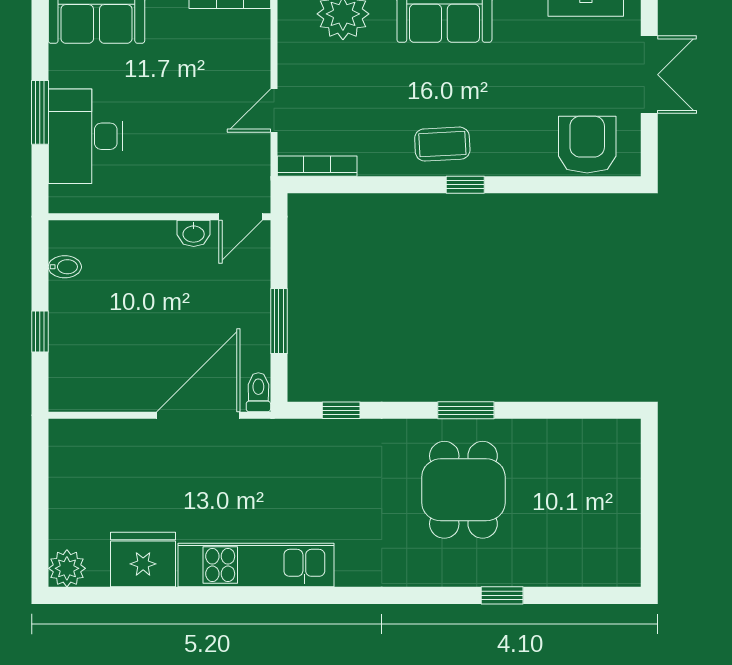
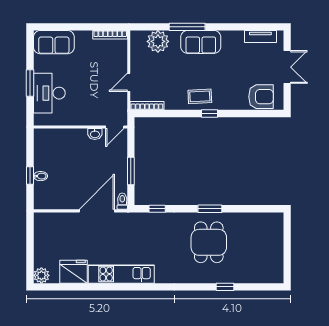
armchair: (587, 145) -> (261, 97), turned 90
bidet: (65, 267) -> (41, 176), moved

